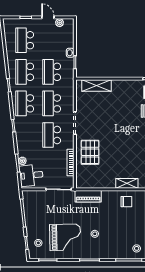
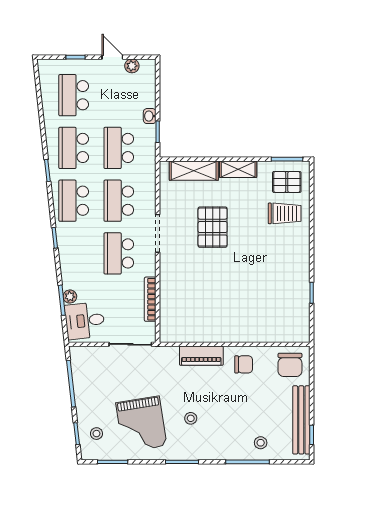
pallet: (90, 152) -> (213, 227), moved
shelving: (127, 183) -> (238, 169), moved
piano: (88, 196) -> (201, 356), moved
grand piano: (65, 237) -> (141, 424), turned 82

